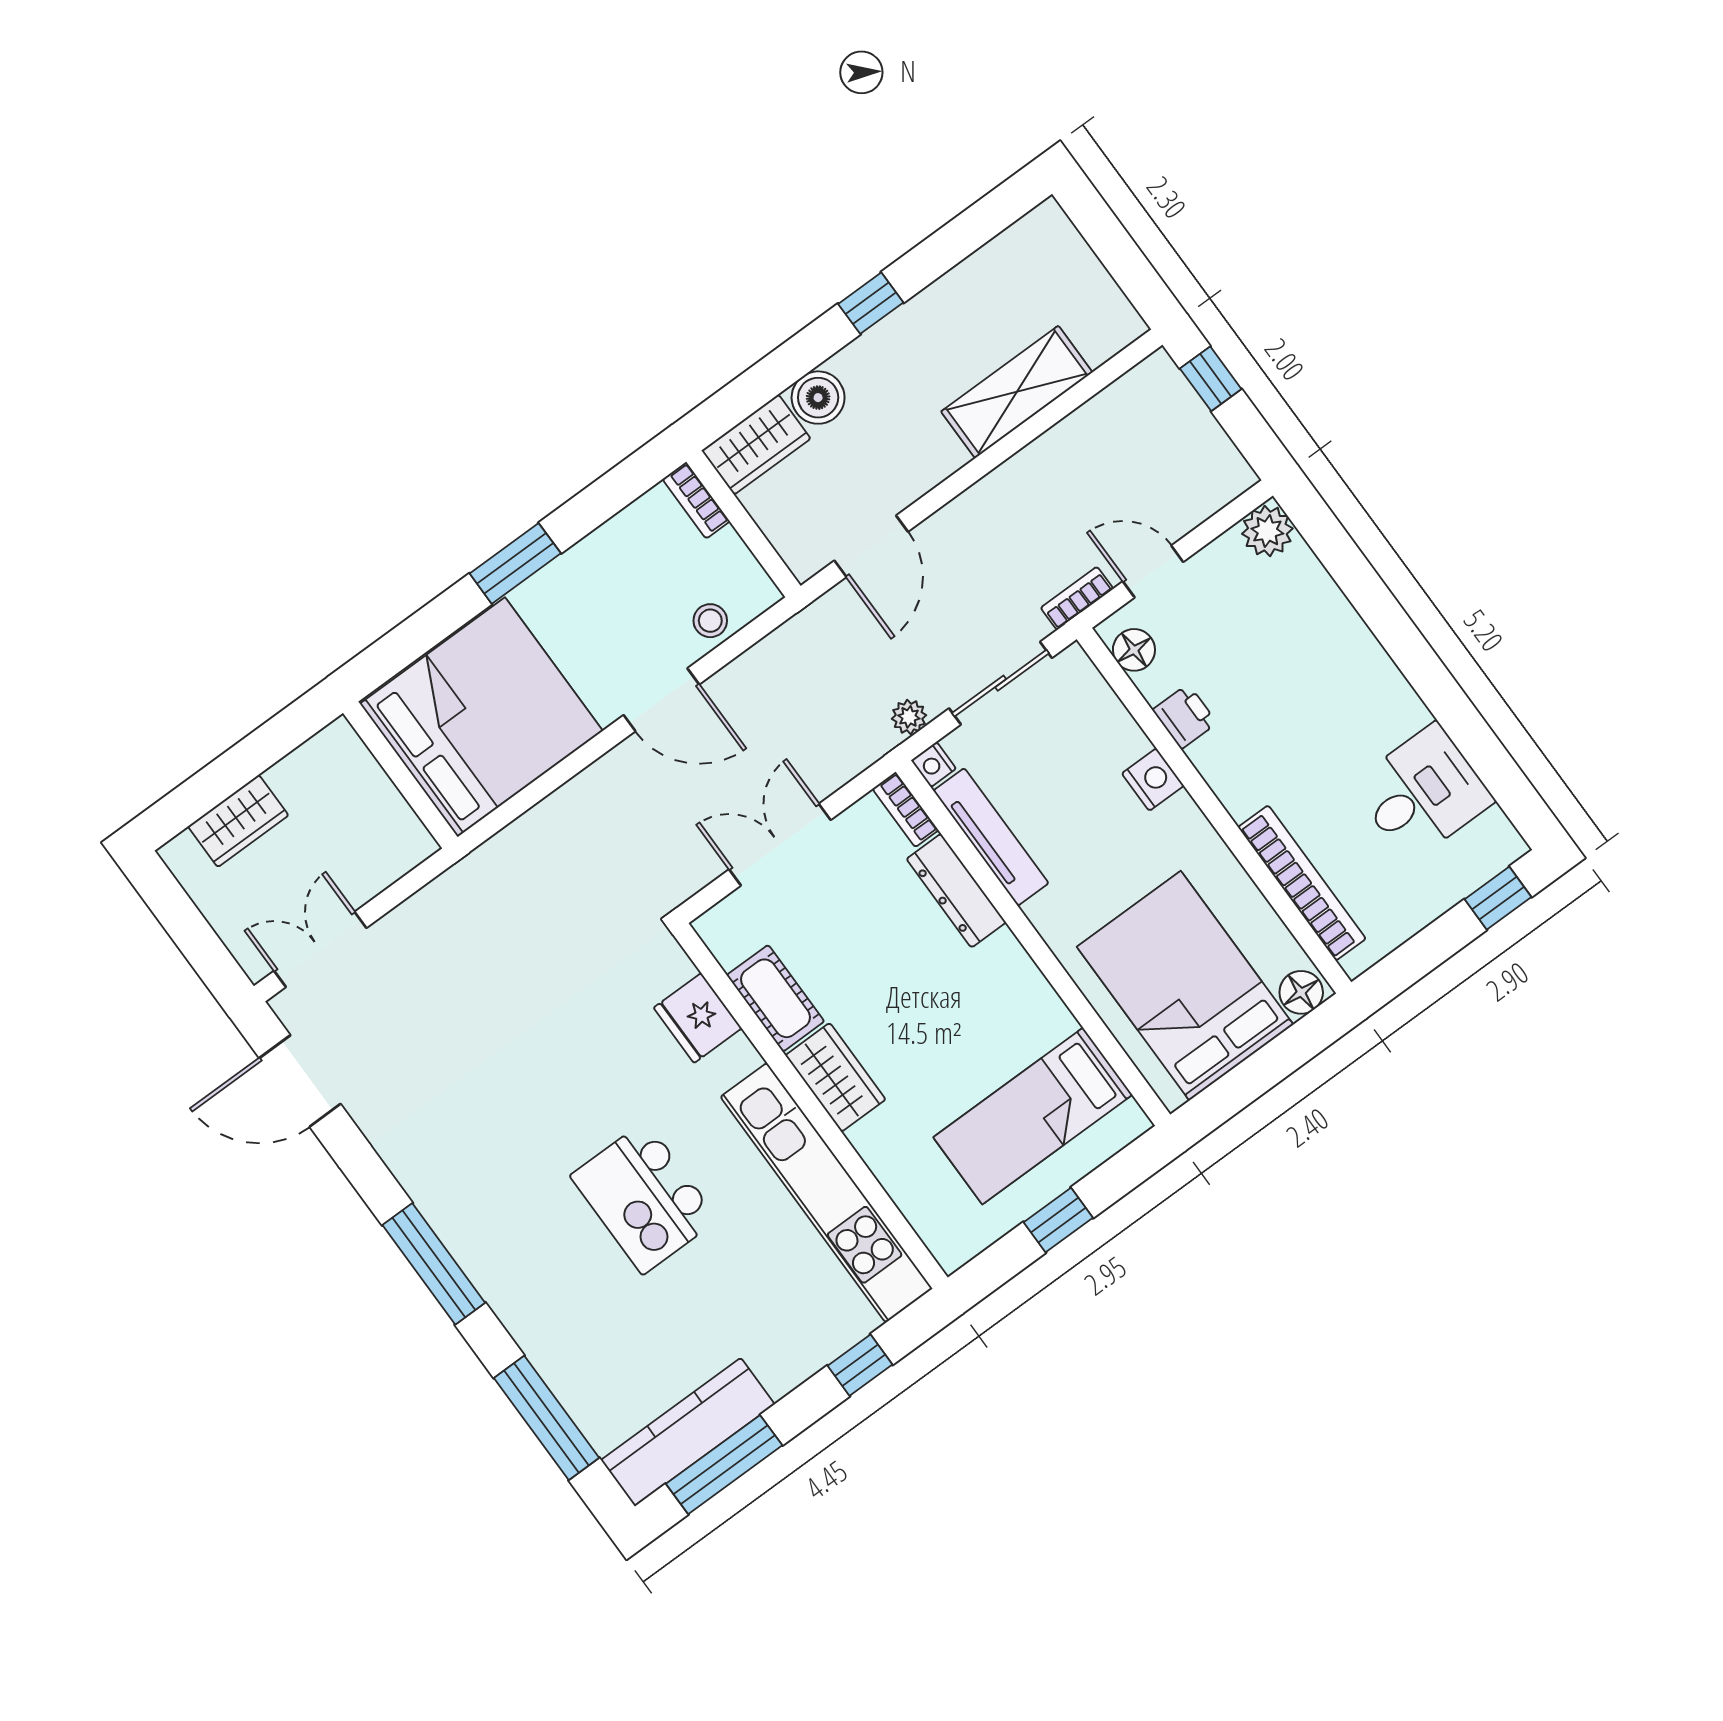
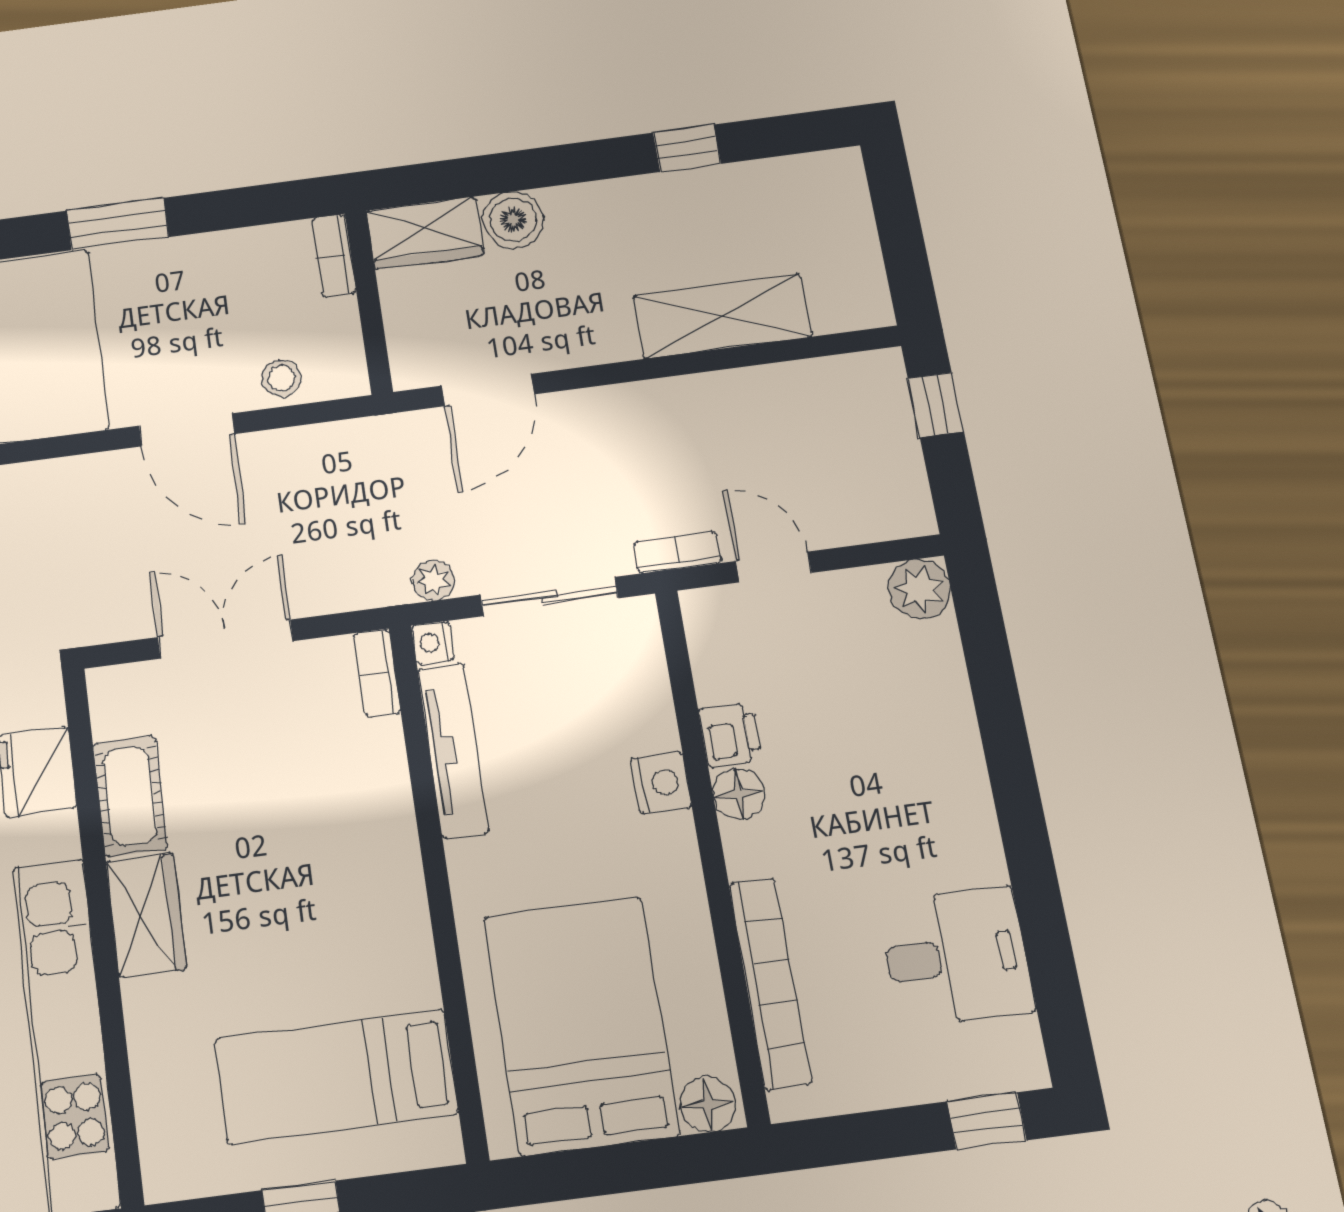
window: (871, 303) -> (687, 148), moved
floor lamp: (1134, 650) -> (739, 794), moved
dresser: (956, 891) -> (385, 787), removed

